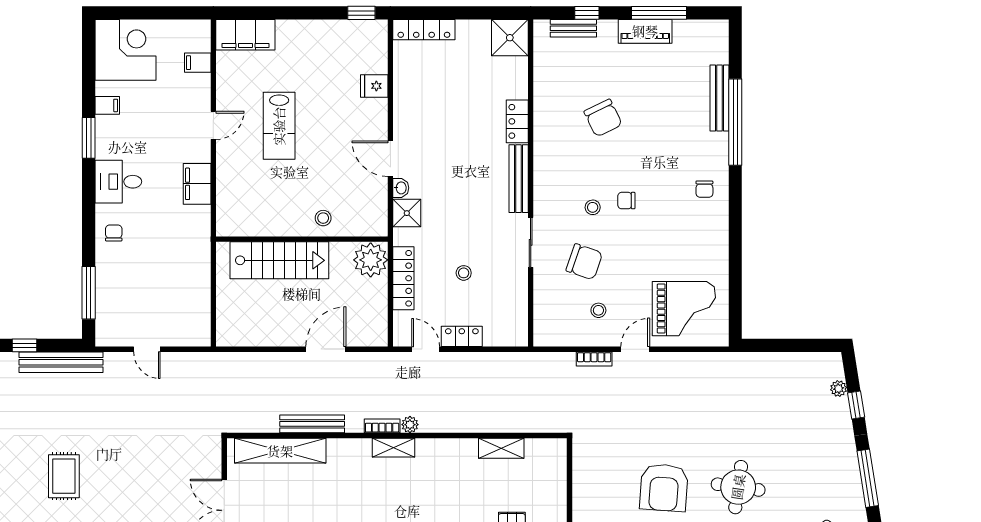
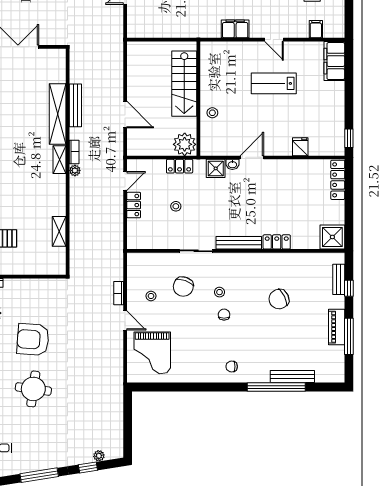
locker: (403, 278) -> (180, 166), width x0.66
shelving: (280, 451) -> (58, 114), moved

